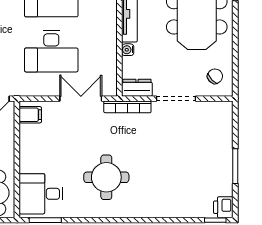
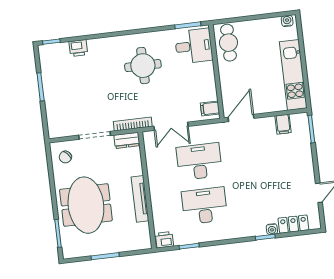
water cooler: (128, 50) -> (138, 170), removed
printer: (223, 207) -> (78, 48), moved, turned 90

